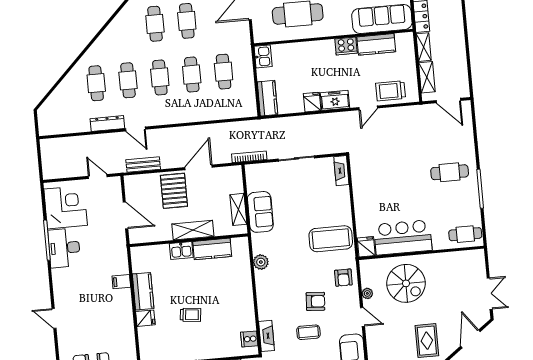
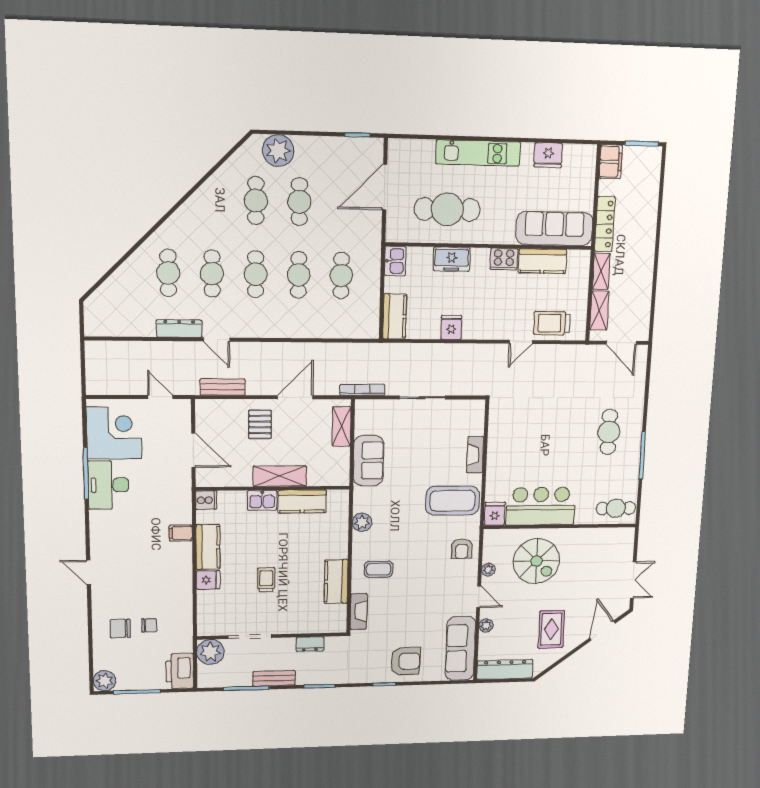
freezer: (335, 100) -> (452, 259), moved, turned 180
fireplace: (341, 171) -> (475, 455), moved
cafe table: (450, 172) -> (609, 432), turned 90
pallet: (174, 191) -> (260, 424), width x0.67, depth x0.71
shelving: (238, 209) -> (341, 426), moved
armchair: (315, 301) -> (424, 575), removed
kitchen counter: (246, 312) -> (336, 582), added
trolley: (191, 315) -> (266, 580), turned -96
coffee table: (308, 332) -> (379, 569), moved
cooker: (249, 339) -> (206, 500), moved, turned 180
plant: (372, 341) -> (486, 625), added

